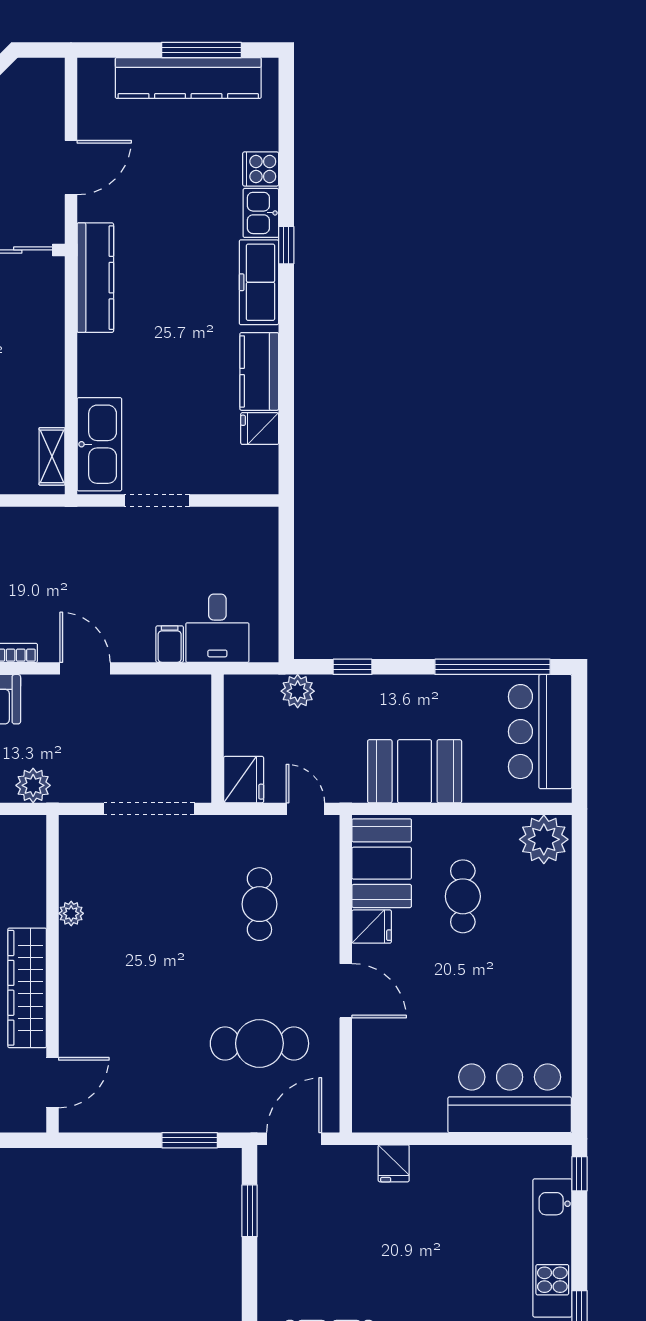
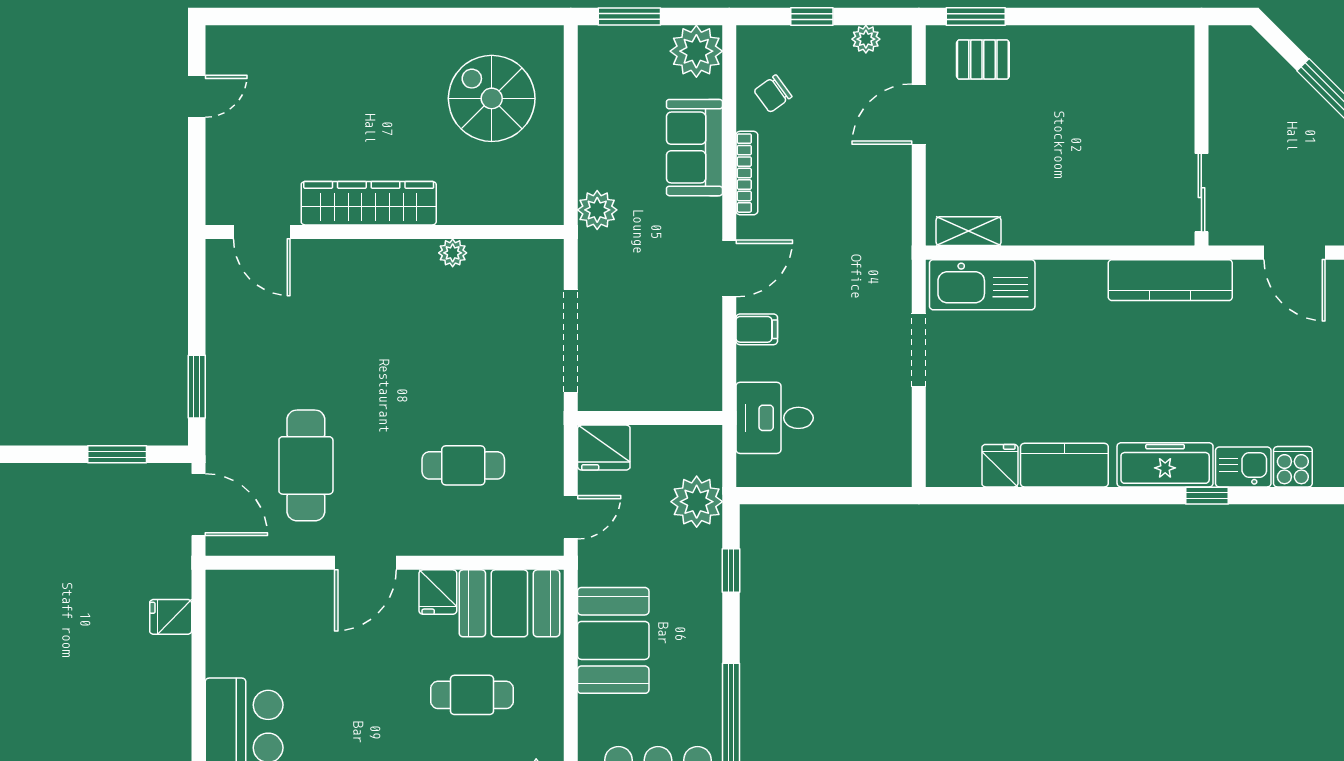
filing cabinet: (170, 644) -> (757, 329), moved
plant: (298, 691) -> (697, 502), width x1.36, depth x1.36

